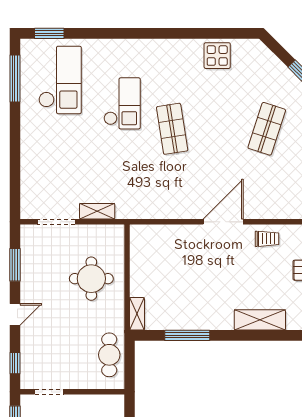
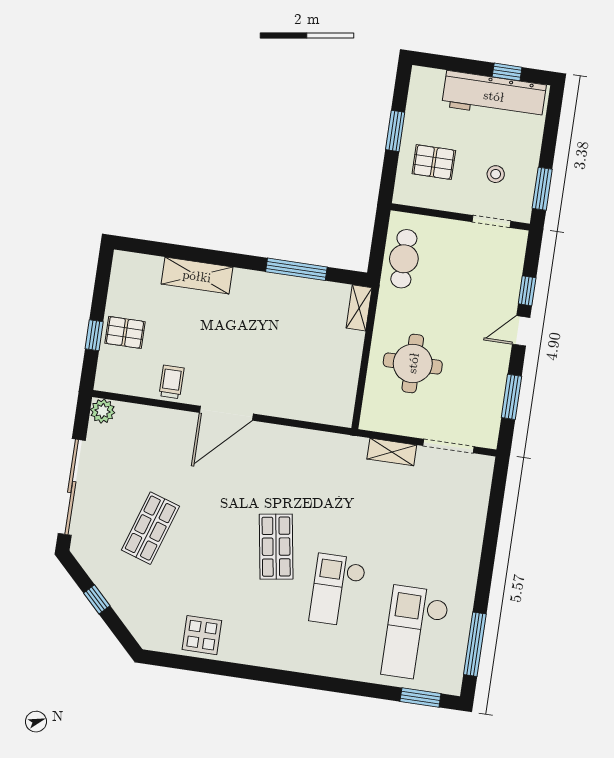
trolley: (267, 239) -> (172, 382), turned 90
window: (15, 363) -> (527, 291), moved

